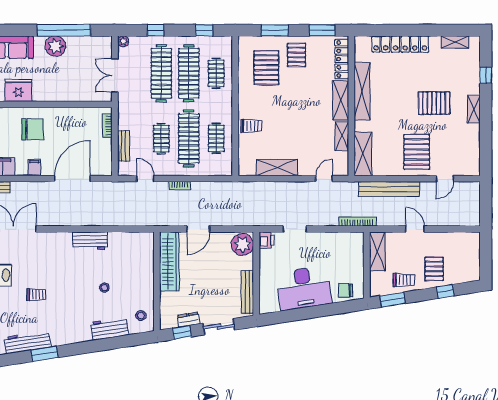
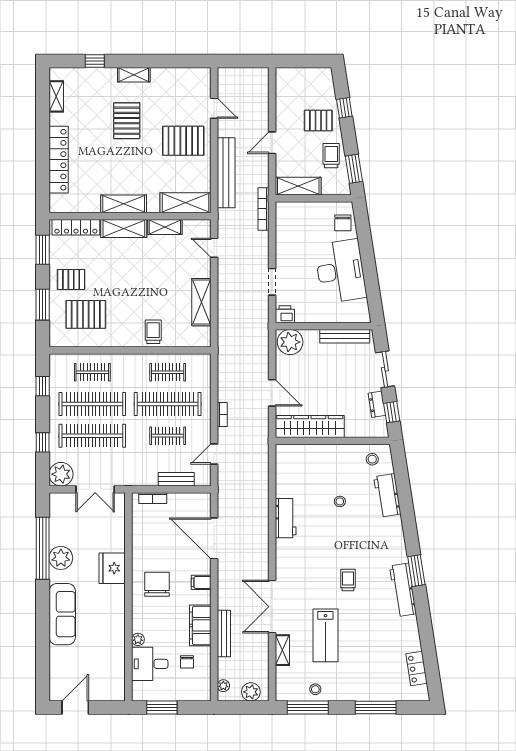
plant: (123, 41) -> (61, 474), width x1.87, depth x1.87
fridge: (18, 90) -> (112, 568), moved
shelving: (362, 91) -> (124, 204), width x0.68

